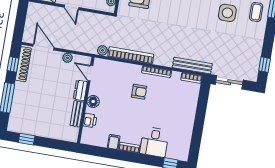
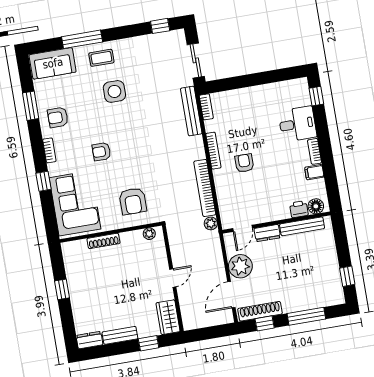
plant: (67, 58) -> (240, 266), width x1.87, depth x1.87
floor lamp: (93, 101) -> (316, 206), moved
bench: (77, 114) -> (302, 226), width x1.36

